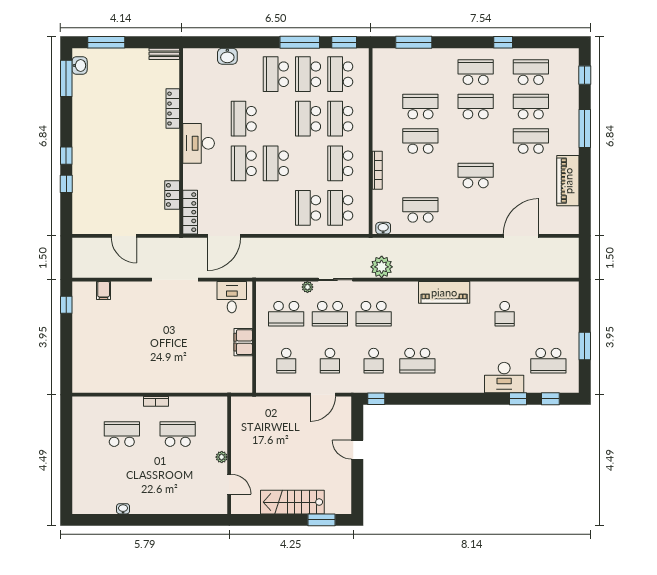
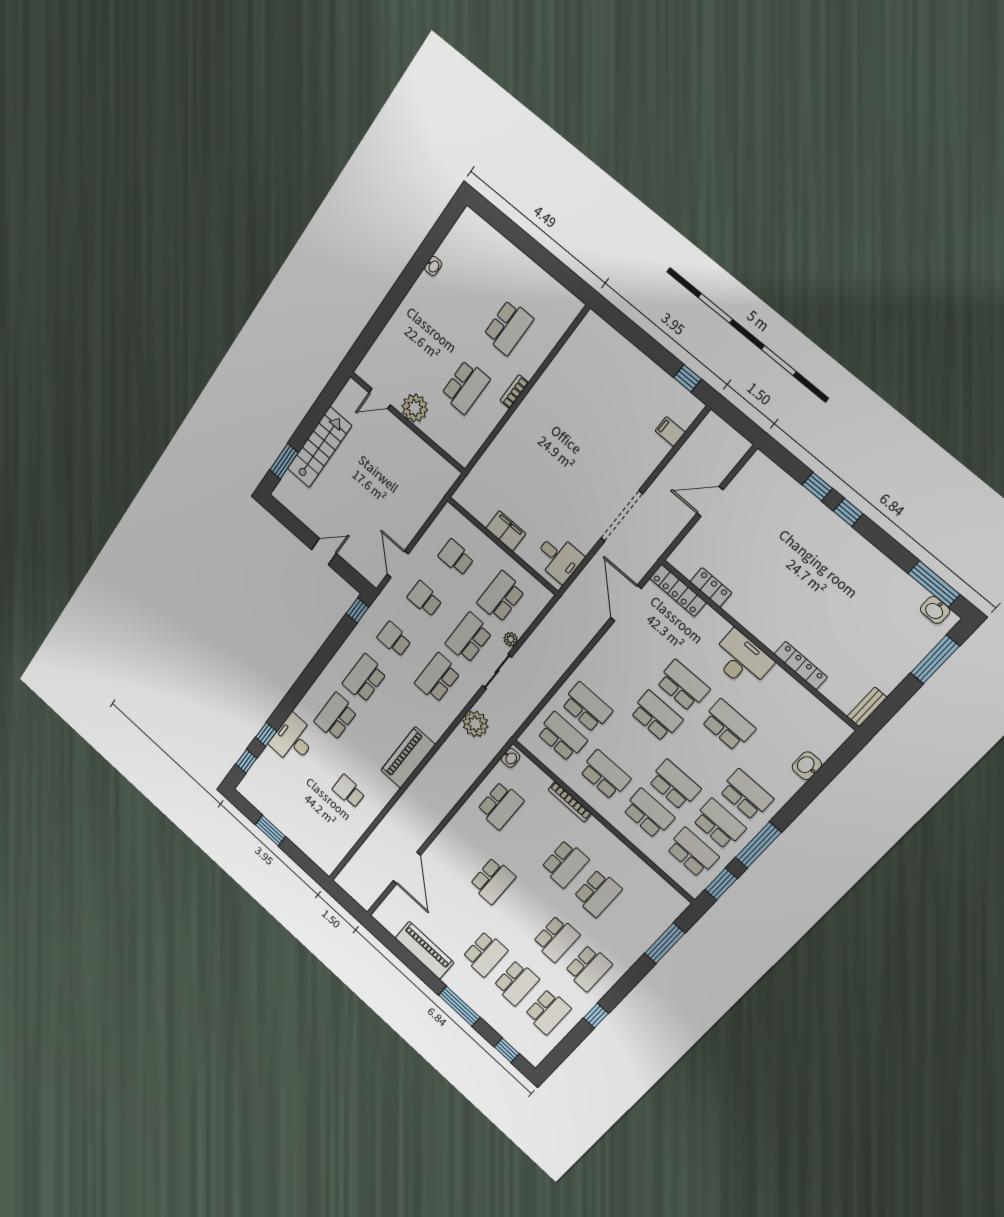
school desk: (548, 361) -> (336, 716), moved
plant: (222, 457) -> (415, 408), width x1.88, depth x1.88

